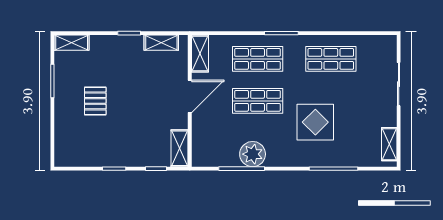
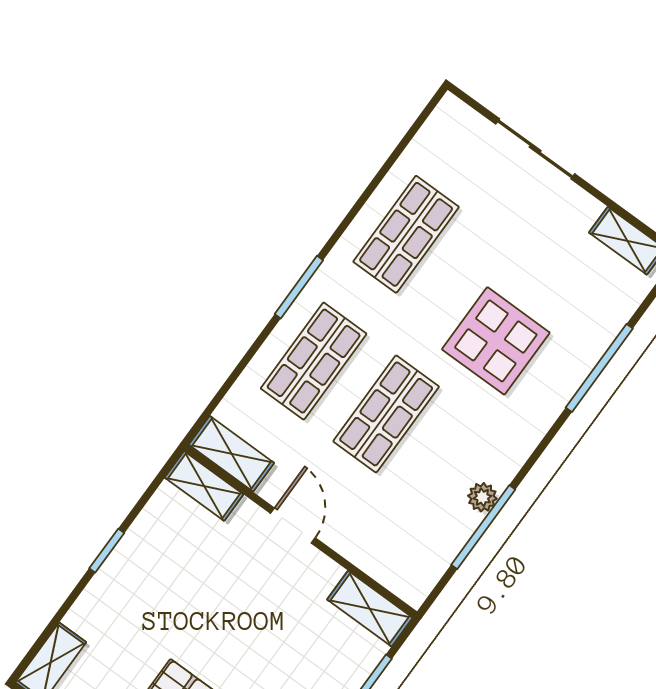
shelving: (161, 43) -> (204, 486), moved, turned 90
door: (190, 96) -> (293, 526), width x0.73
plant: (253, 154) -> (482, 497), width x0.53, depth x0.53

